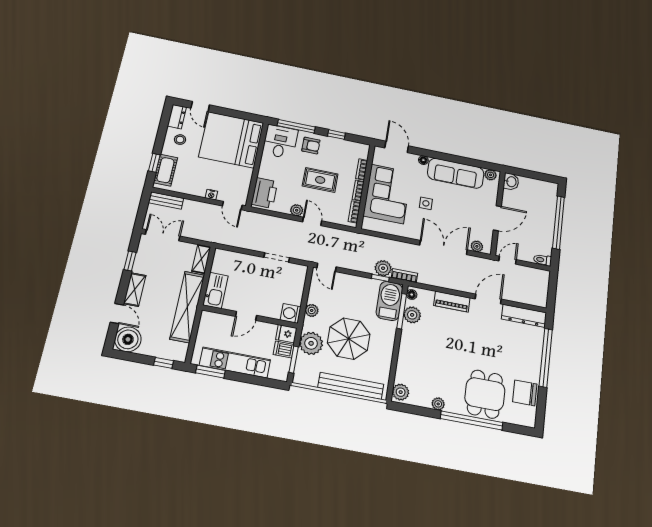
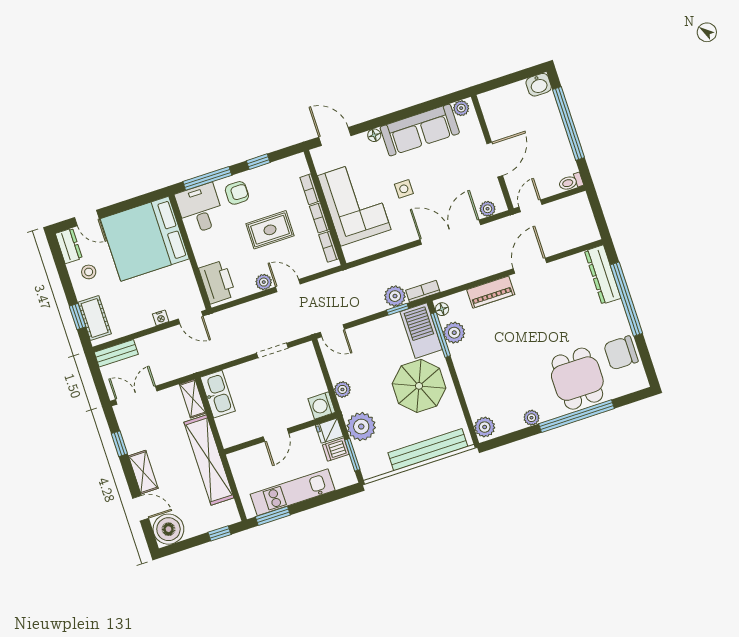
washbasin: (511, 182) -> (539, 85), moved, turned 90
kitchen sink: (216, 290) -> (218, 394), moved
dresser: (524, 316) -> (603, 275), moved, turned 90
parasol: (349, 339) -> (419, 386), moved

